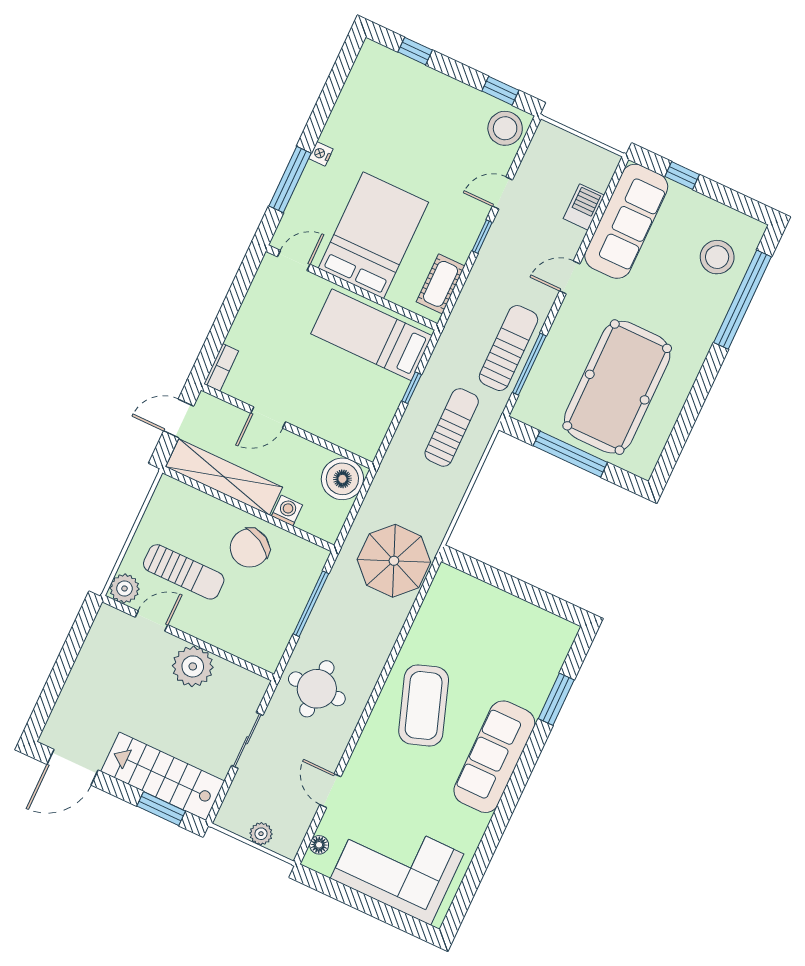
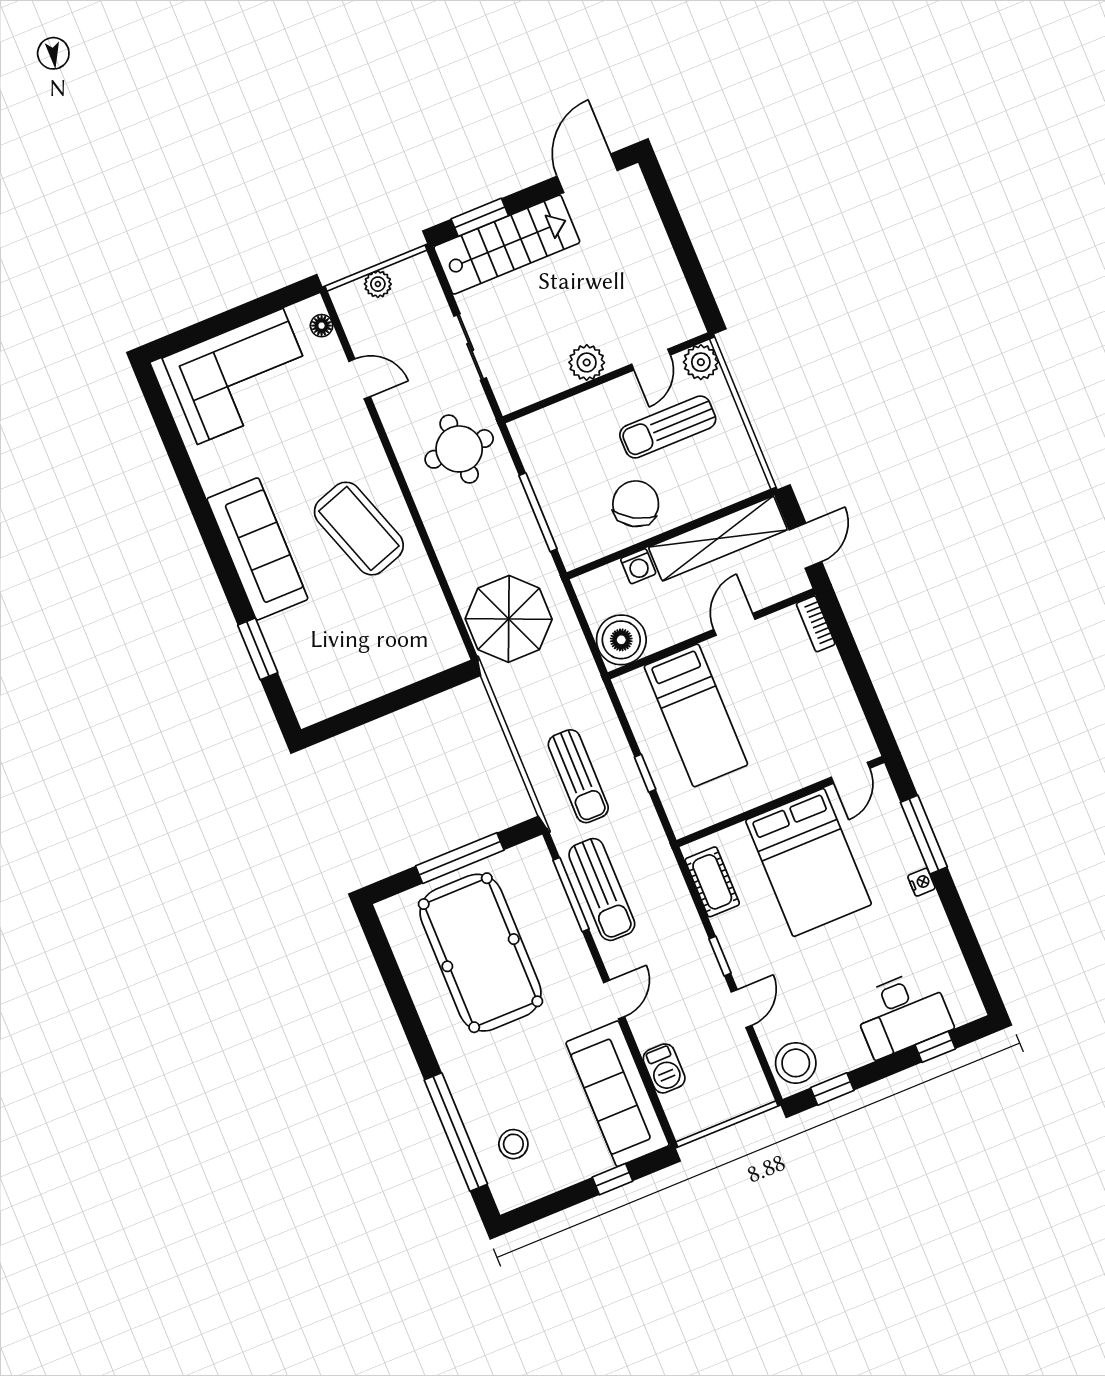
desk: (413, 91) -> (902, 1013), added
stool: (717, 257) -> (513, 1144), width x0.73, depth x0.73
bed: (372, 335) -> (696, 715), moved, turned 90
plant: (193, 666) -> (587, 362), width x0.73, depth x0.73

